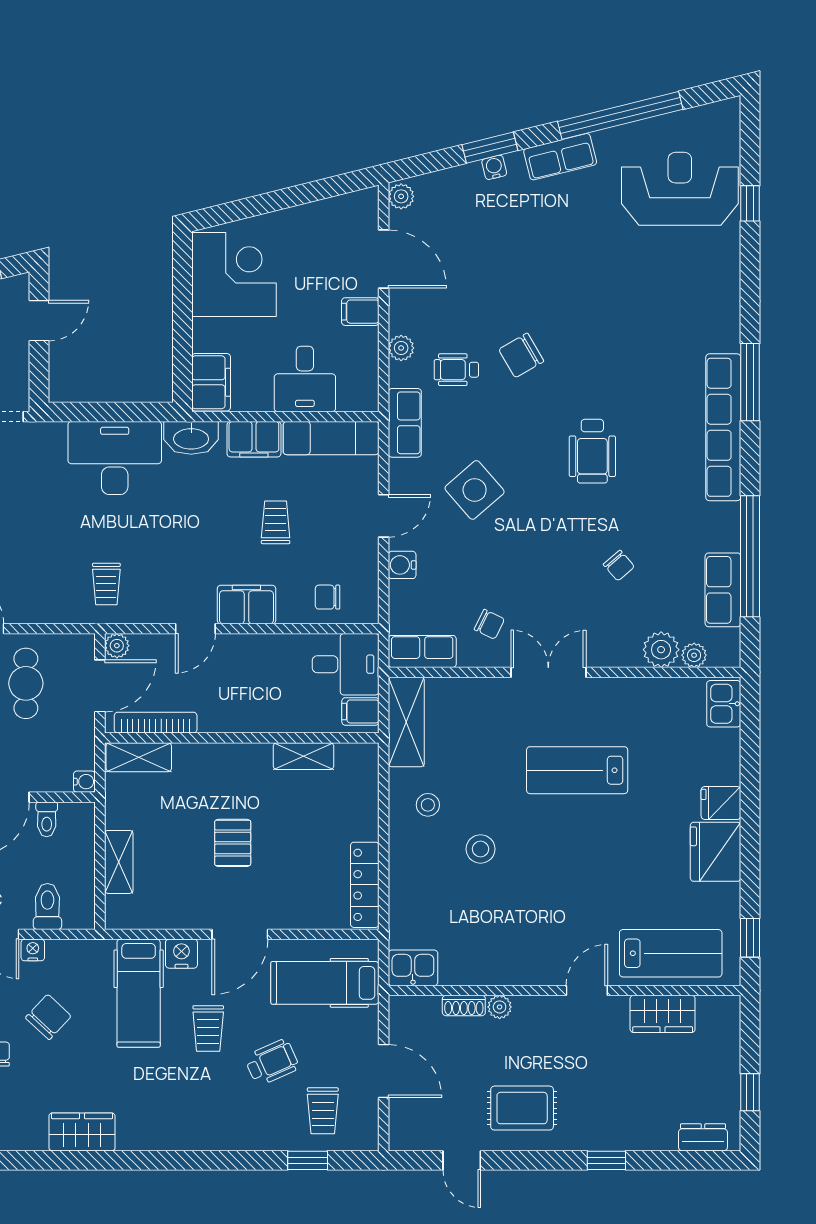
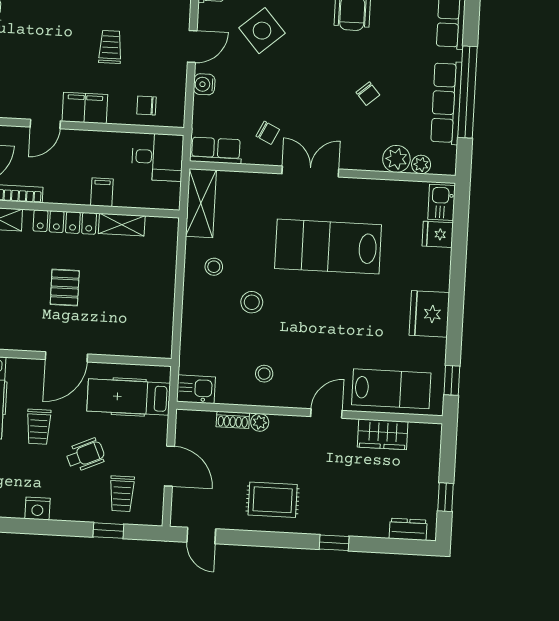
row of seats: (723, 590) -> (446, 103), width x1.48
filing cabinet: (360, 711) -> (102, 192), moved, turned 90
lab bench: (577, 770) -> (328, 247), width x1.36, depth x1.39
fridge: (721, 803) -> (438, 234), moved
locker: (365, 885) -> (65, 222), moved, turned -90
stool: (502, 942) -> (264, 374), added
nightstand: (181, 954) -> (37, 508), moved, turned 180
door: (462, 1160) -> (201, 536), moved

